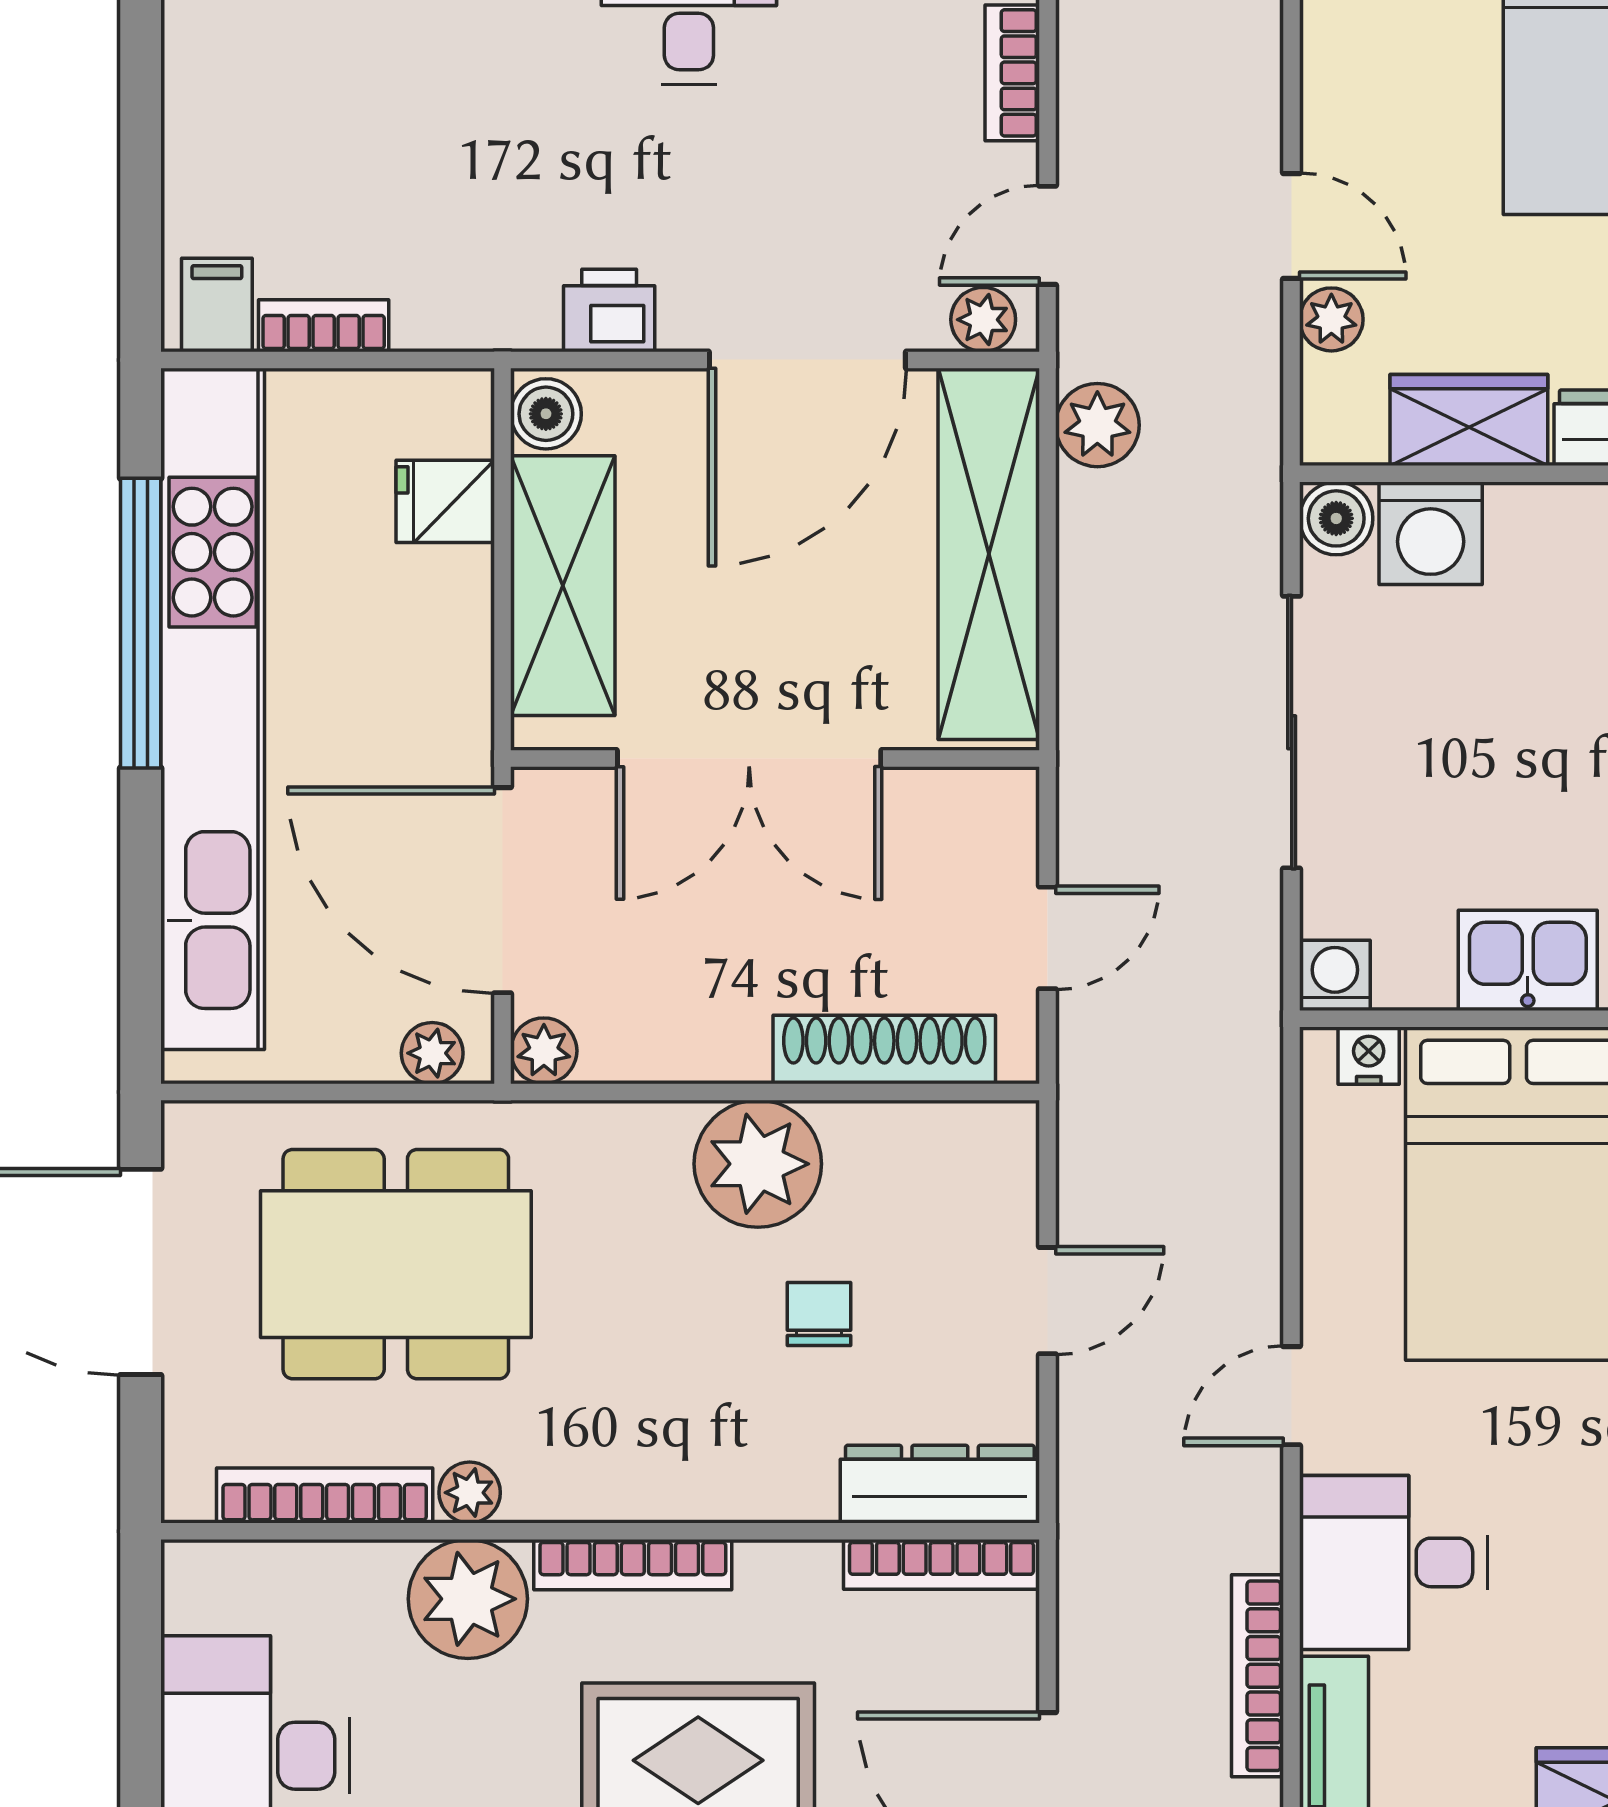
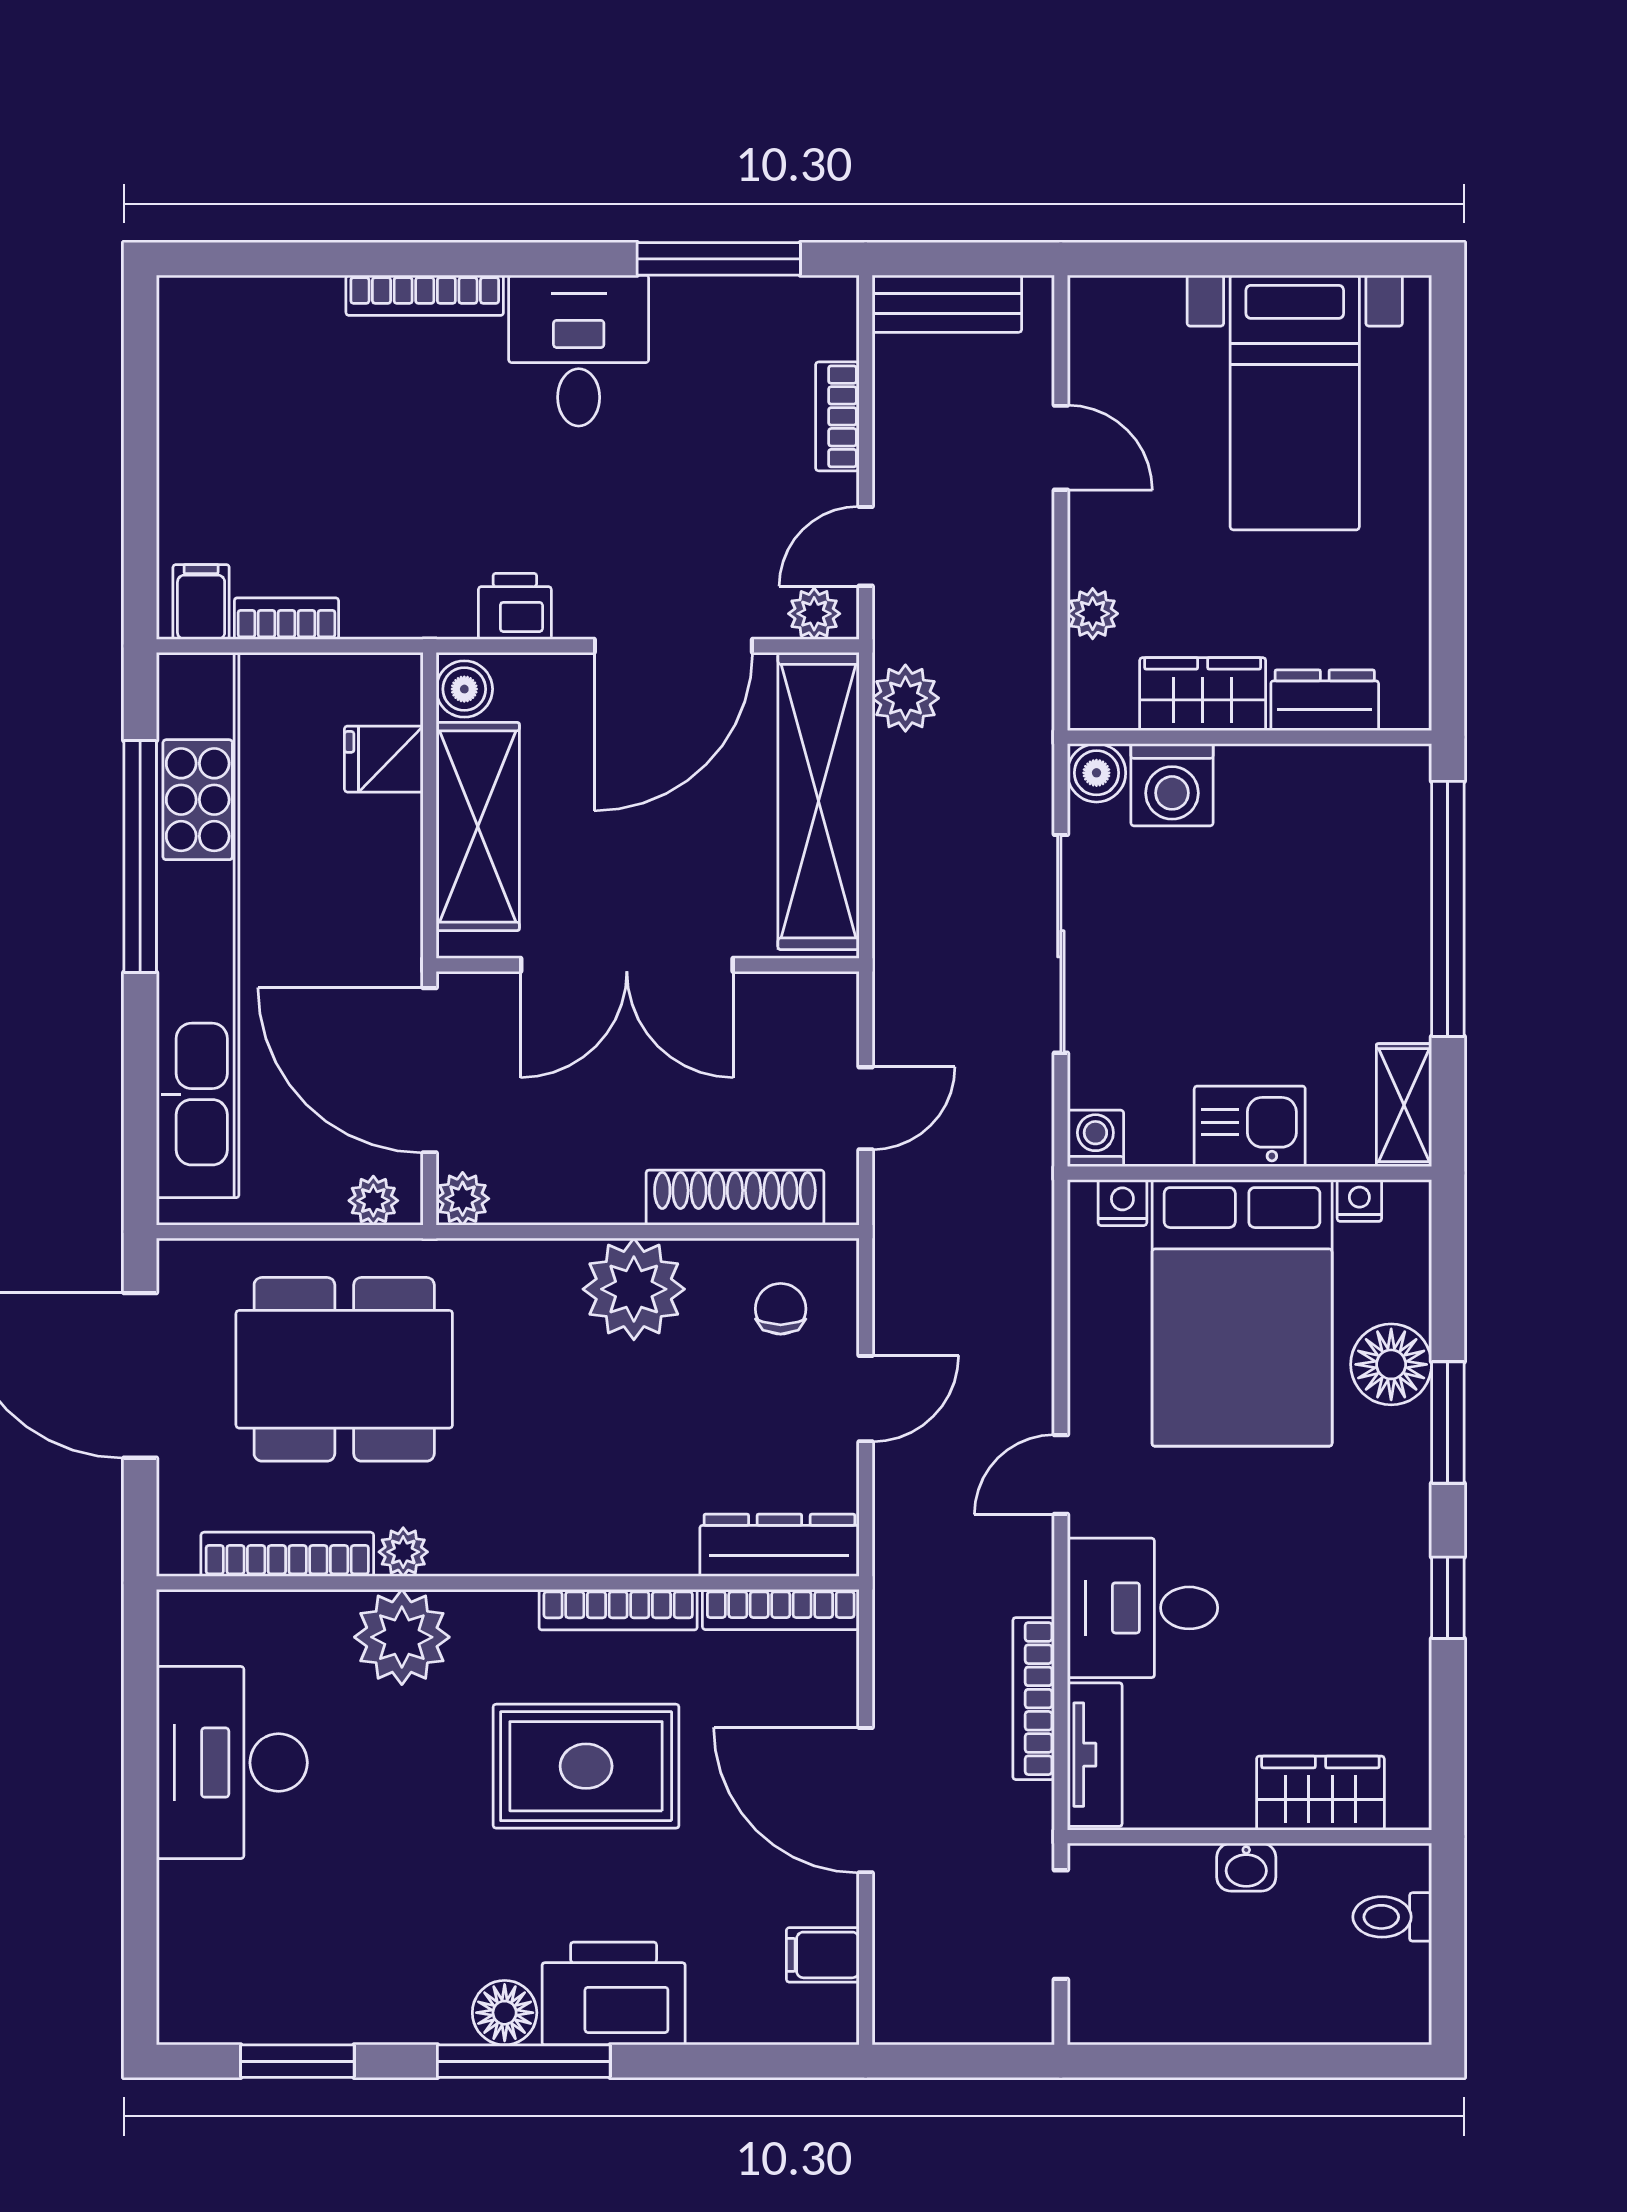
door: (1292, 226) -> (1061, 448), moved
chair: (819, 1314) -> (781, 1309), moved
bookcase: (633, 1565) -> (618, 1610), moved

